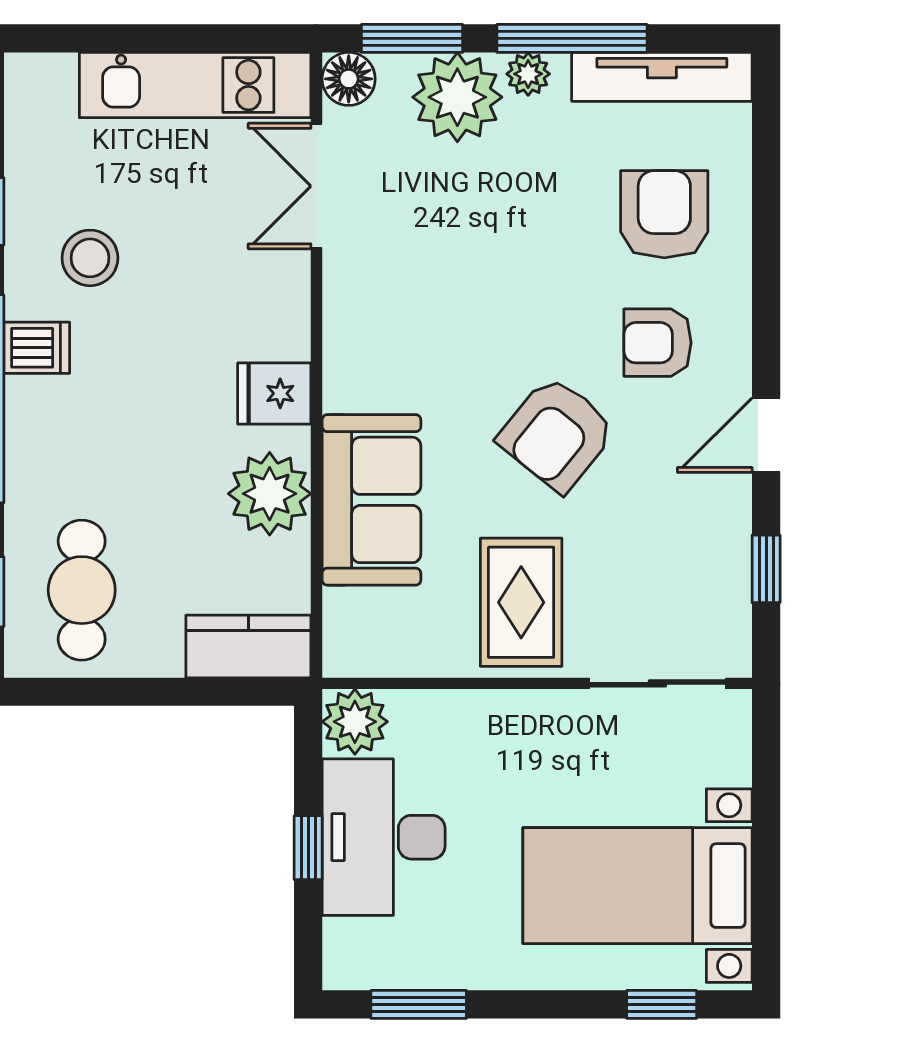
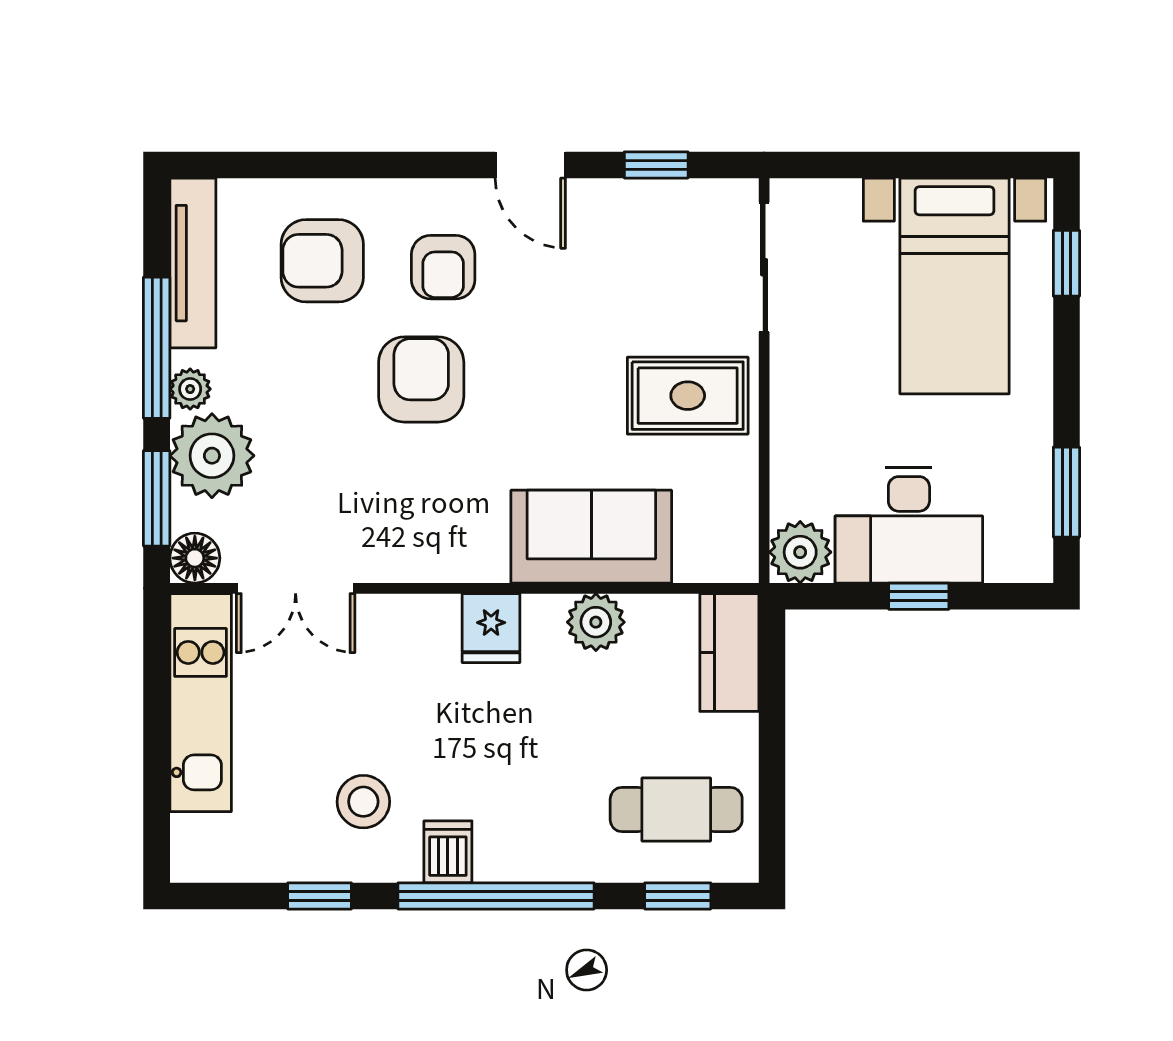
armchair: (557, 434) -> (421, 379), moved, turned -129
plant: (270, 494) -> (596, 622), width x0.73, depth x0.73

